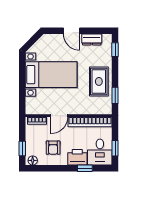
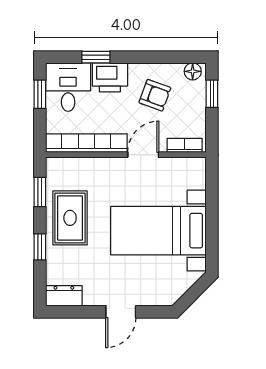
door: (71, 31) -> (121, 312), swing flipped
dresser: (92, 39) -> (64, 296), moved
window: (115, 50) -> (40, 247), moved
armchair: (53, 148) -> (155, 95), turned 110

